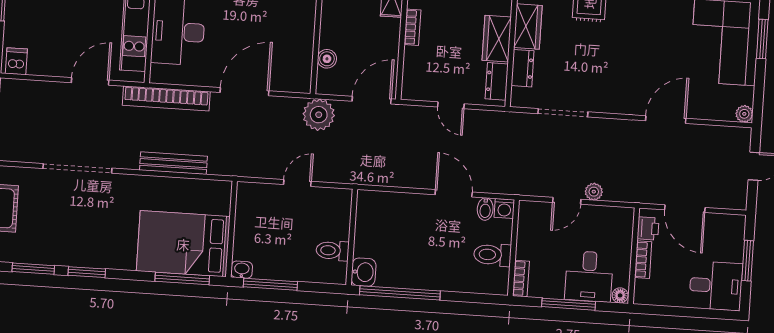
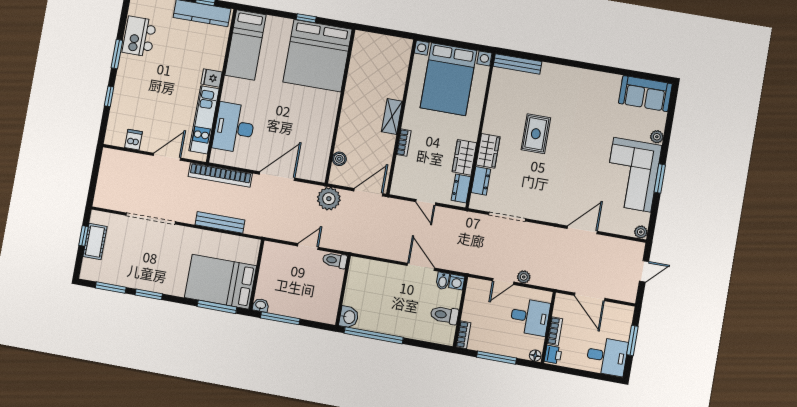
dishwasher: (16, 61) -> (133, 140), moved
printer: (648, 228) -> (553, 355), moved
toilet: (332, 251) -> (335, 260), moved
desk: (589, 276) -> (530, 317), moved, turned -90

